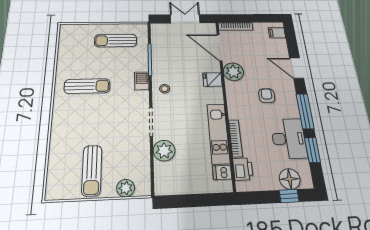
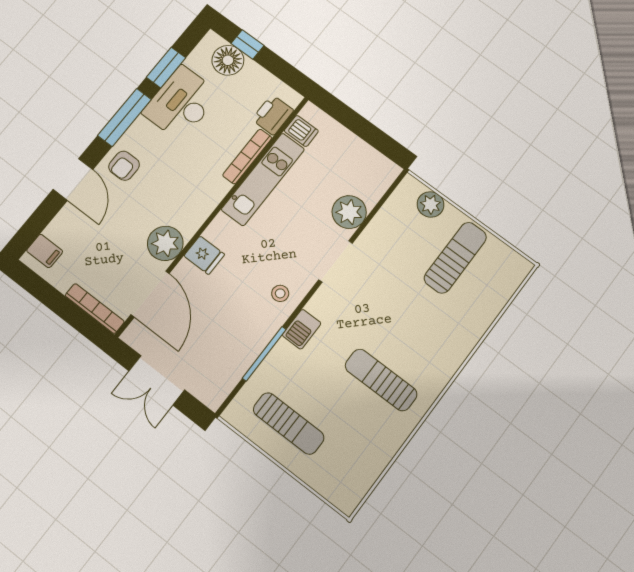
armchair: (267, 96) -> (124, 166), moved

